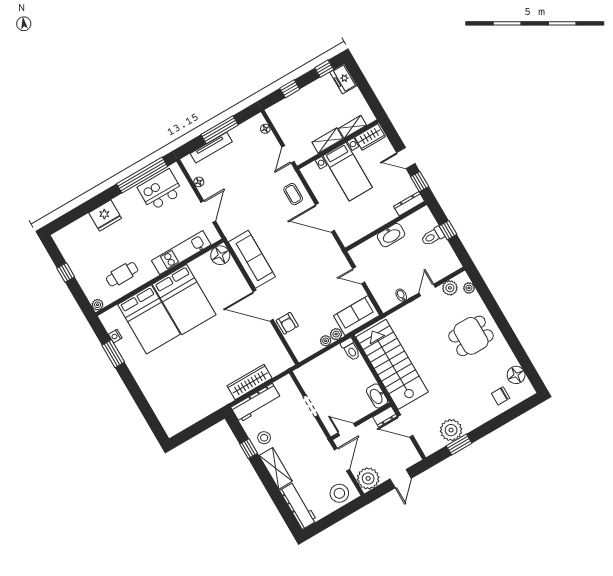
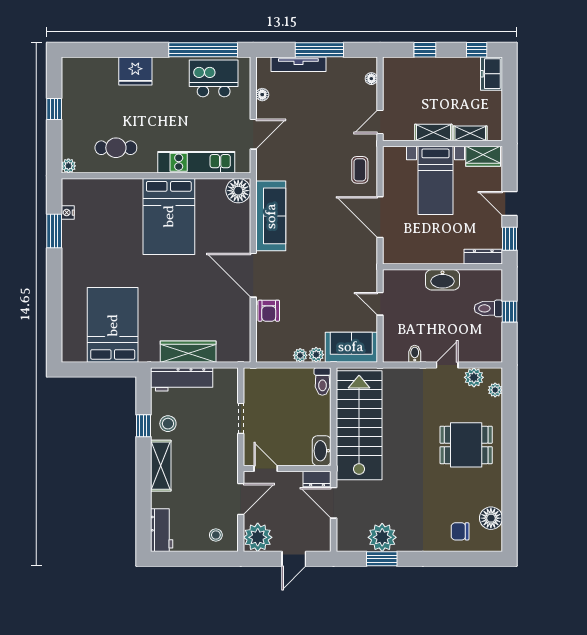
bed: (149, 319) -> (113, 325), moved, turned 180
stool: (339, 493) -> (216, 535), width x0.53, depth x0.53
workbench: (298, 506) -> (162, 530), width x0.73

